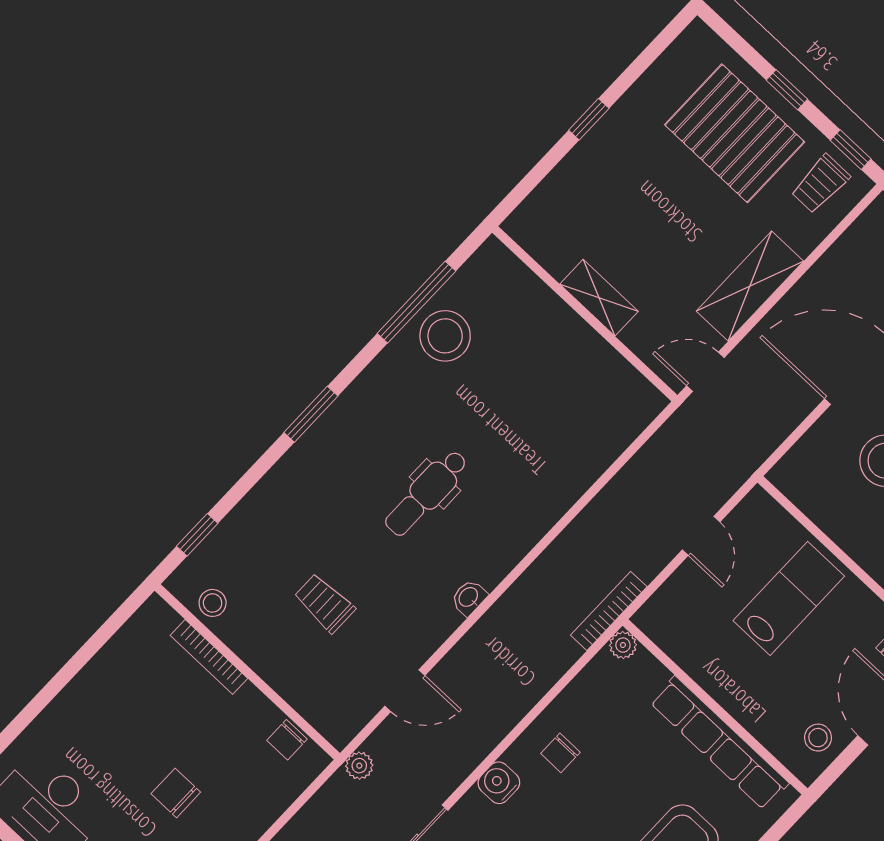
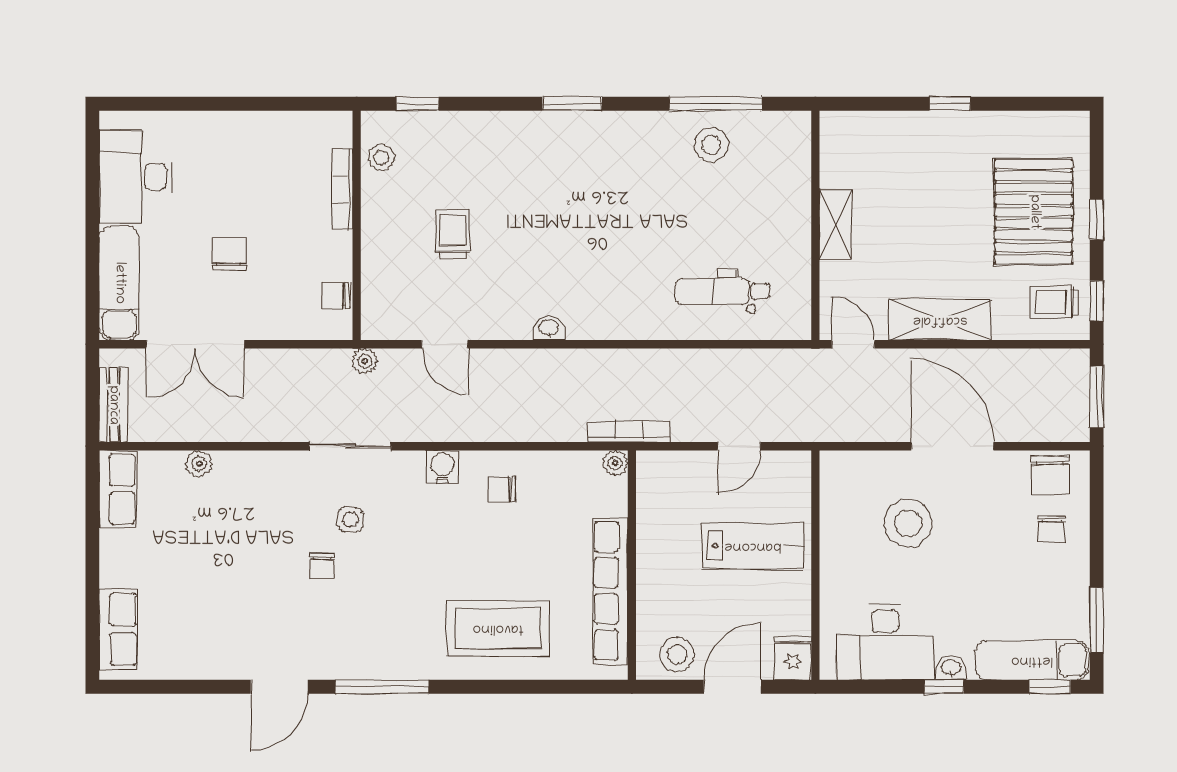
stool: (445, 336) -> (711, 145), width x0.73, depth x0.73
dental chair: (426, 493) -> (723, 291), moved
stool: (818, 738) -> (677, 654), width x1.37, depth x1.37

